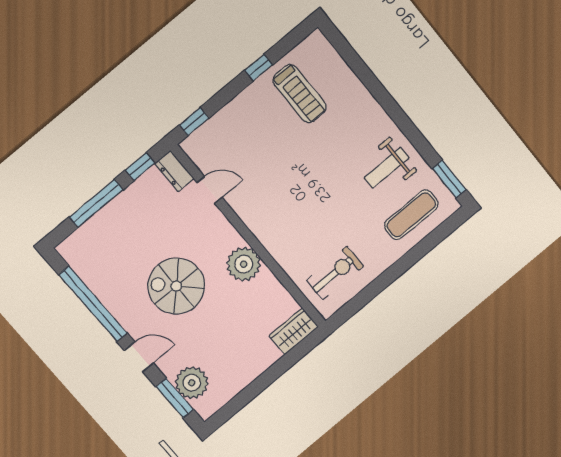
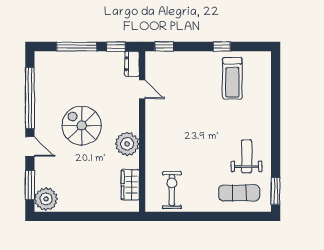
weight bench: (387, 168) -> (247, 156), turned 90
exercise bike: (335, 273) -> (172, 190), turned -90
wardrobe: (294, 331) -> (130, 185), moved, turned -90
plant: (192, 383) -> (46, 199), moved

